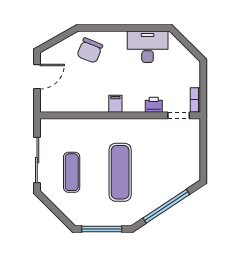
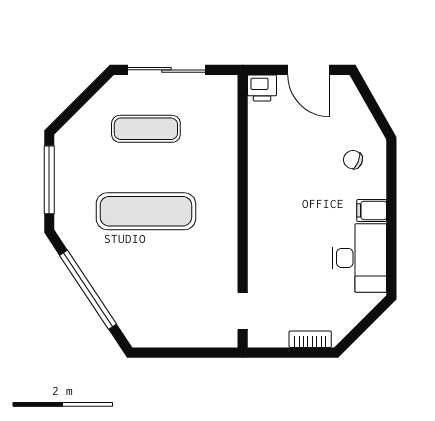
chair: (90, 51) -> (353, 160), width x0.54, depth x0.54
bookcase: (195, 100) -> (310, 339), moved
filing cabinet: (115, 104) -> (372, 210), moved, turned 180
printer: (154, 105) -> (262, 88), moved, turned 90

